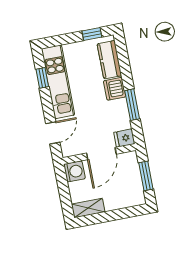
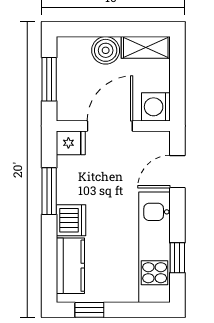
boiler: (113, 201) -> (106, 50), added

